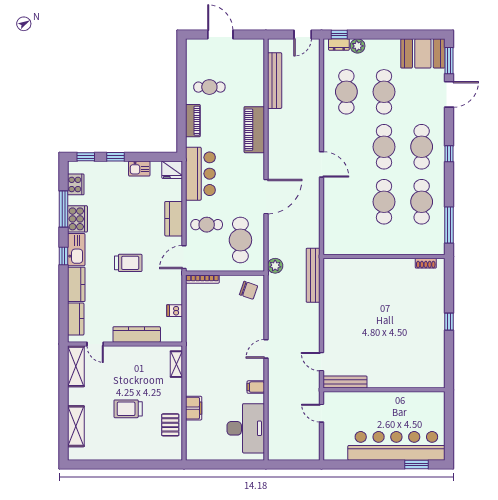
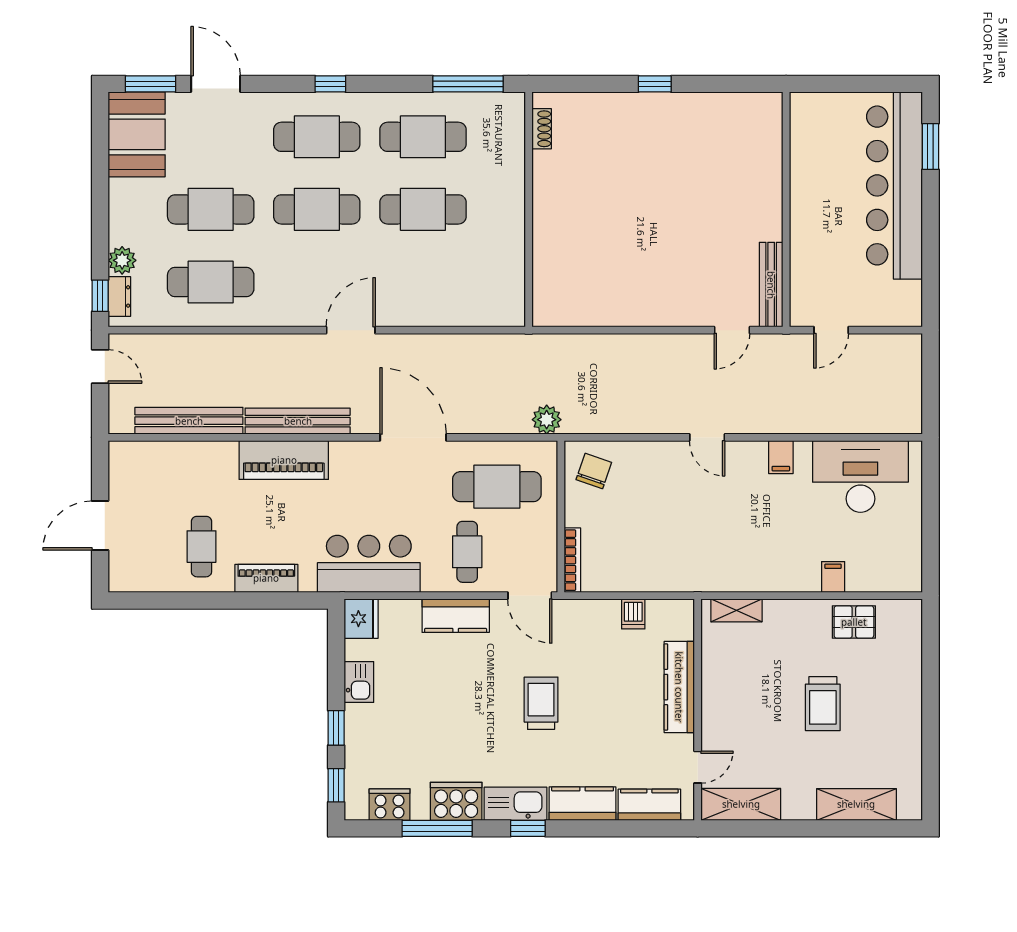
bench: (313, 275) -> (298, 421), moved
filing cabinet: (194, 408) -> (833, 577), width x0.50

